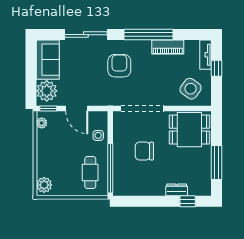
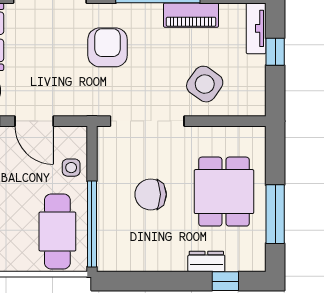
side table: (191, 89) -> (205, 84), moved
dining table: (189, 130) -> (224, 192), moved, turned 90
cafe table: (90, 173) -> (57, 231), width x1.37, depth x1.35

